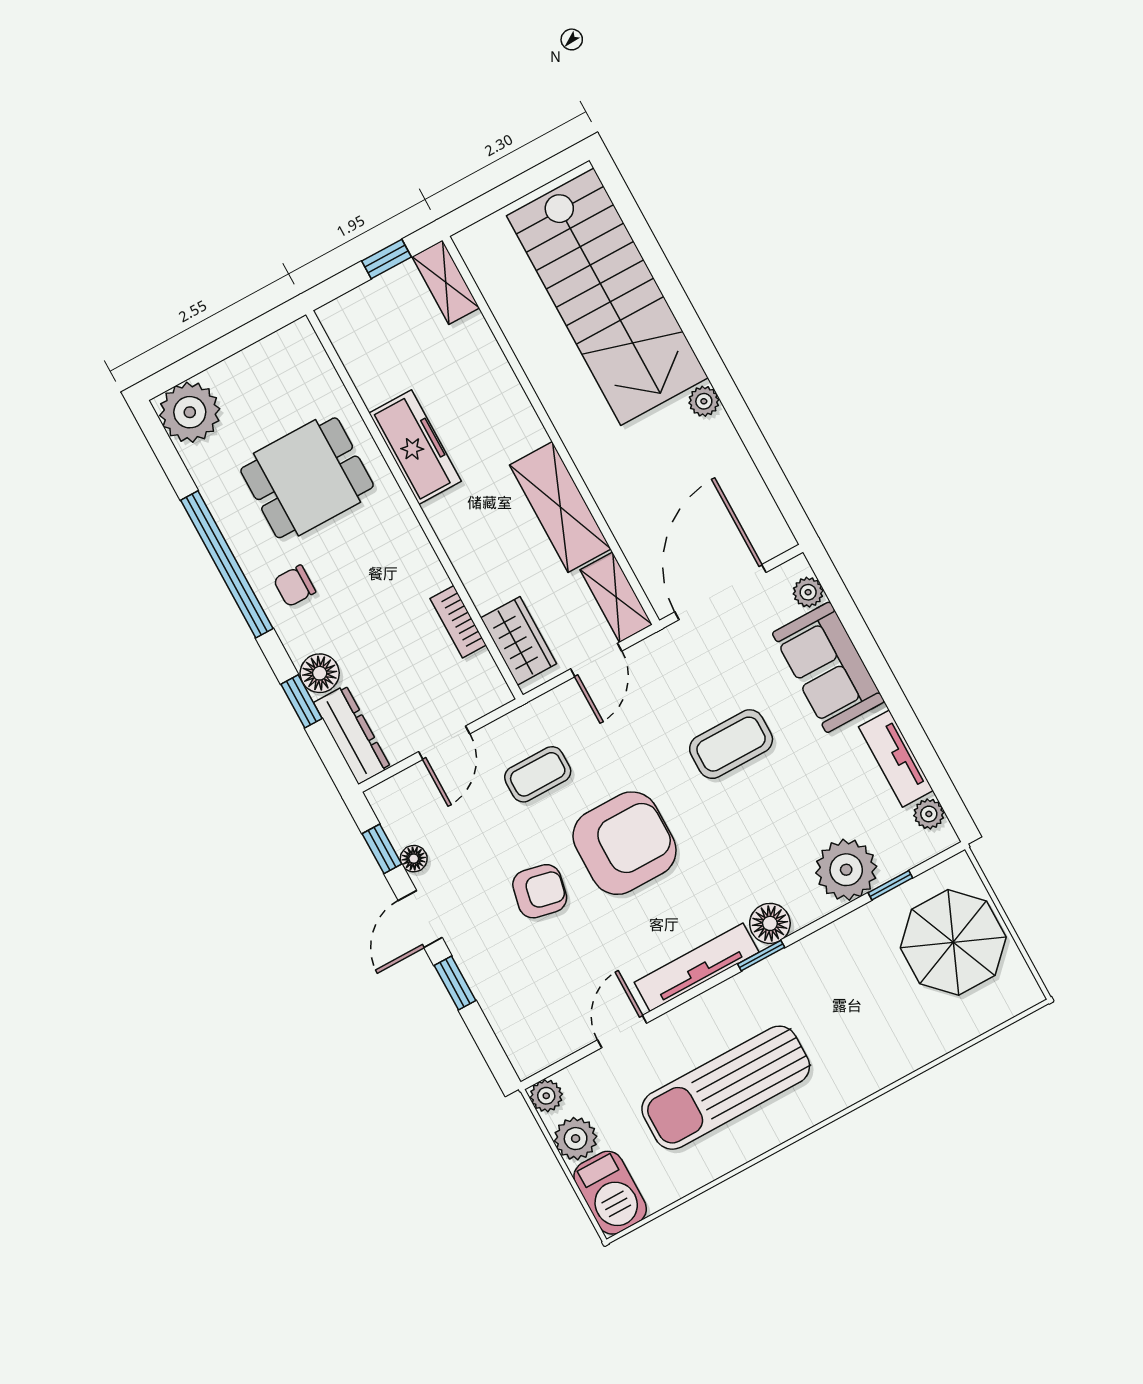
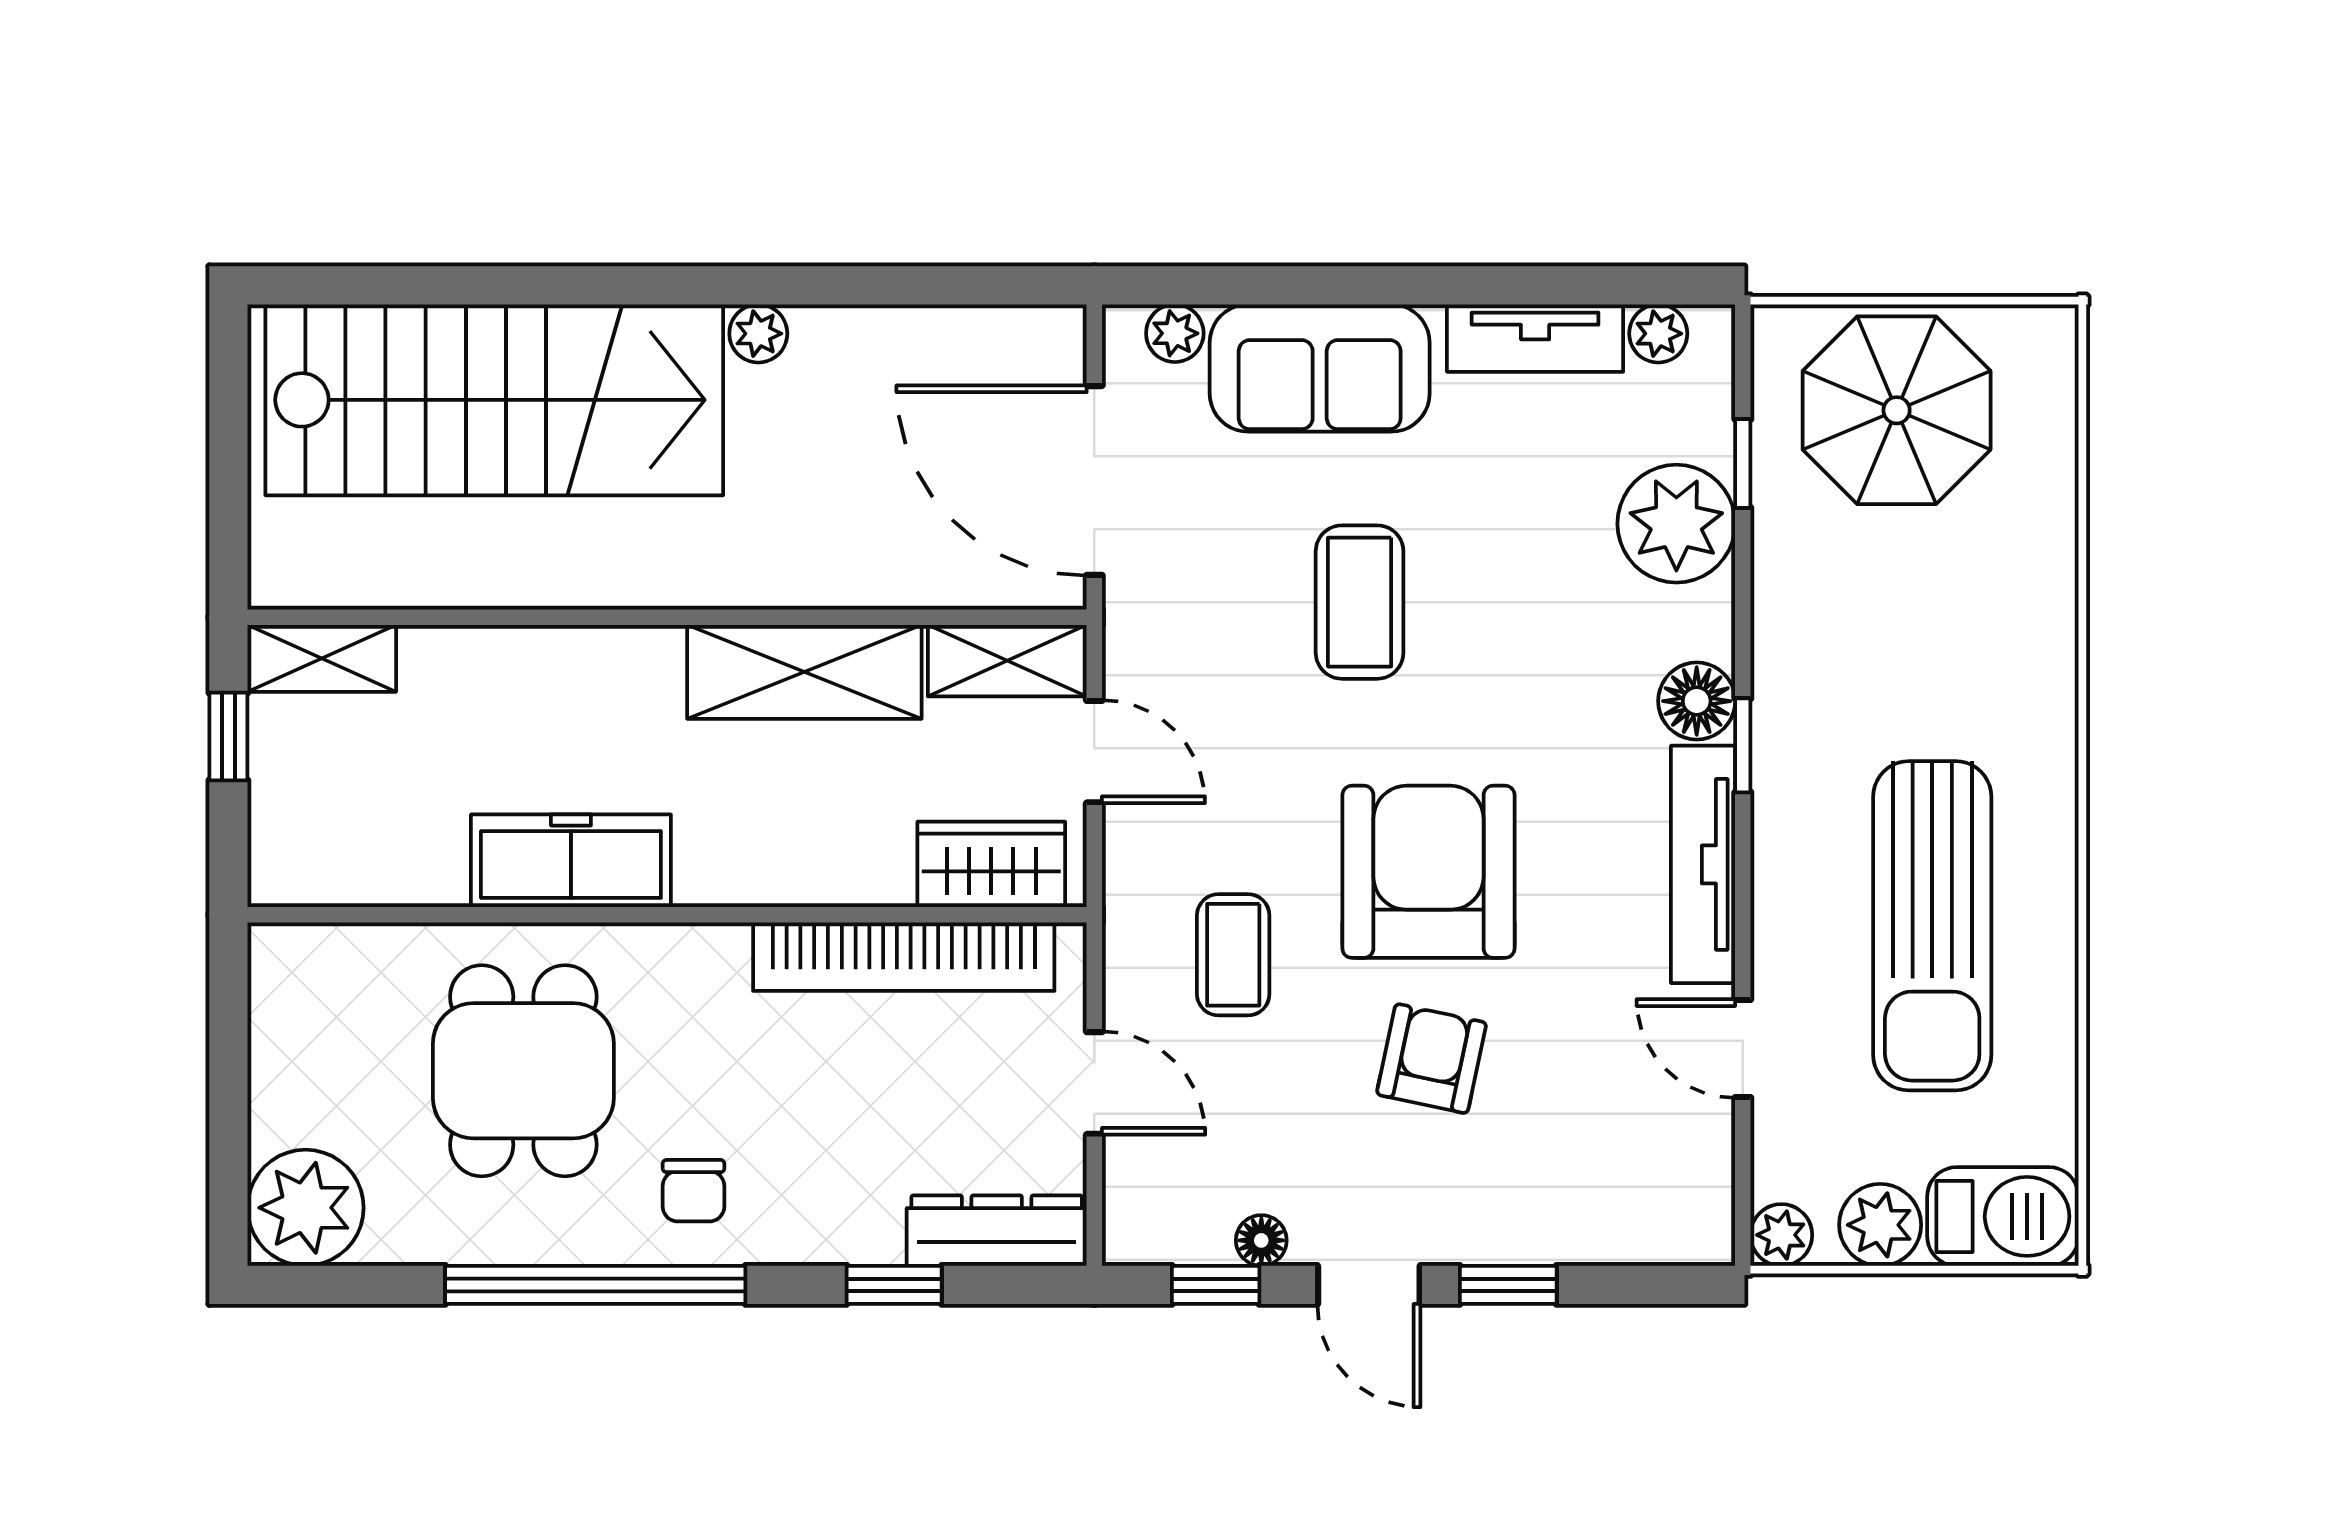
bookcase: (458, 622) -> (904, 957), width x2.31, depth x1.31
floor lamp: (320, 673) -> (863, 1229), removed

